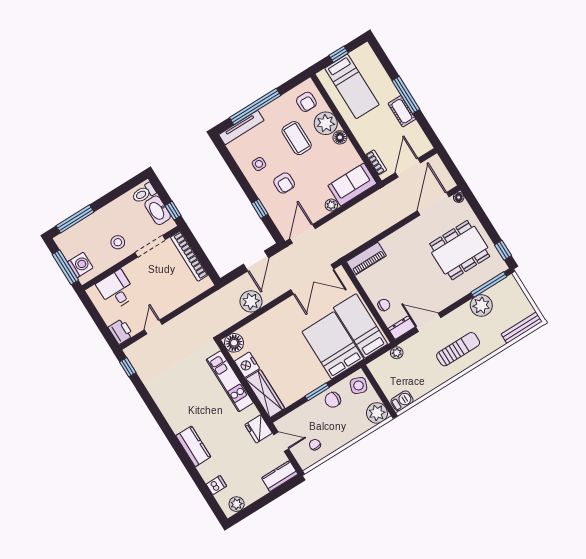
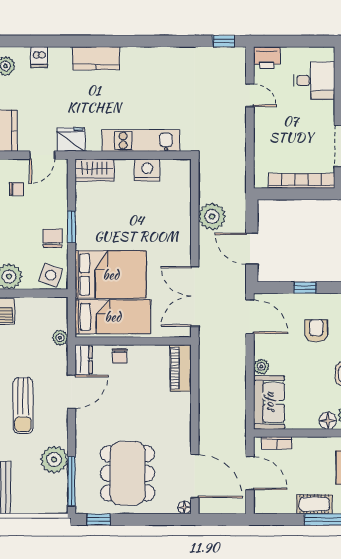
armchair: (284, 183) -> (316, 331), turned 90
floor lamp: (234, 343) -> (179, 171), removed
wardrobe: (265, 394) -> (94, 170), width x0.67

